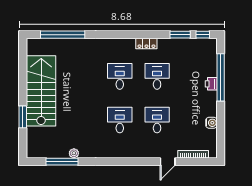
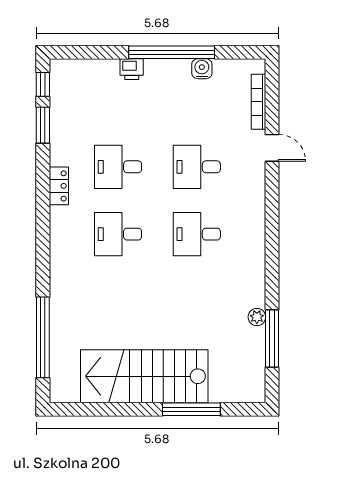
window: (221, 77) -> (172, 52), moved
window: (23, 117) -> (191, 409), width x1.44

